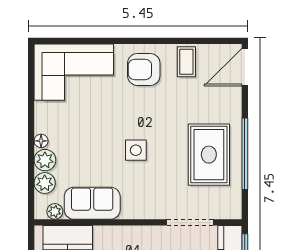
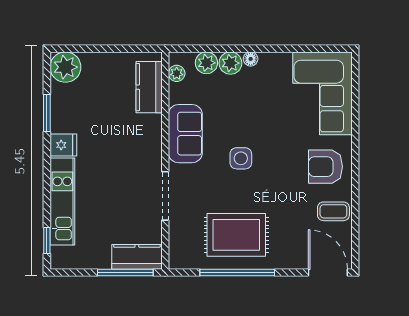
armchair: (144, 69) -> (325, 167), turned -90
sofa: (92, 203) -> (185, 134), moved
doorway: (190, 222) -> (165, 196), moved

